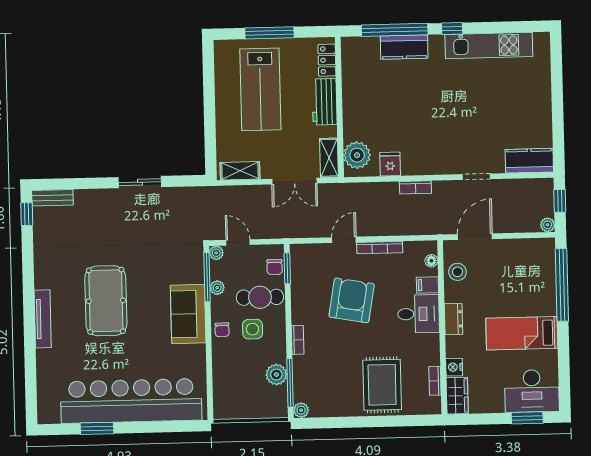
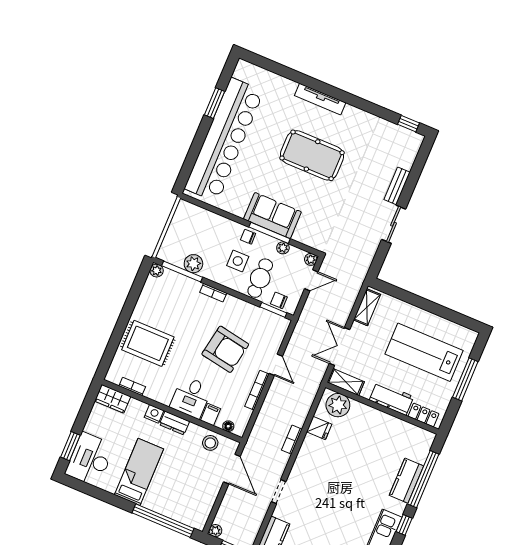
bench: (52, 198) -> (397, 186), moved
window: (207, 277) -> (270, 233), moved
nightstand: (454, 367) -> (154, 414), moved

